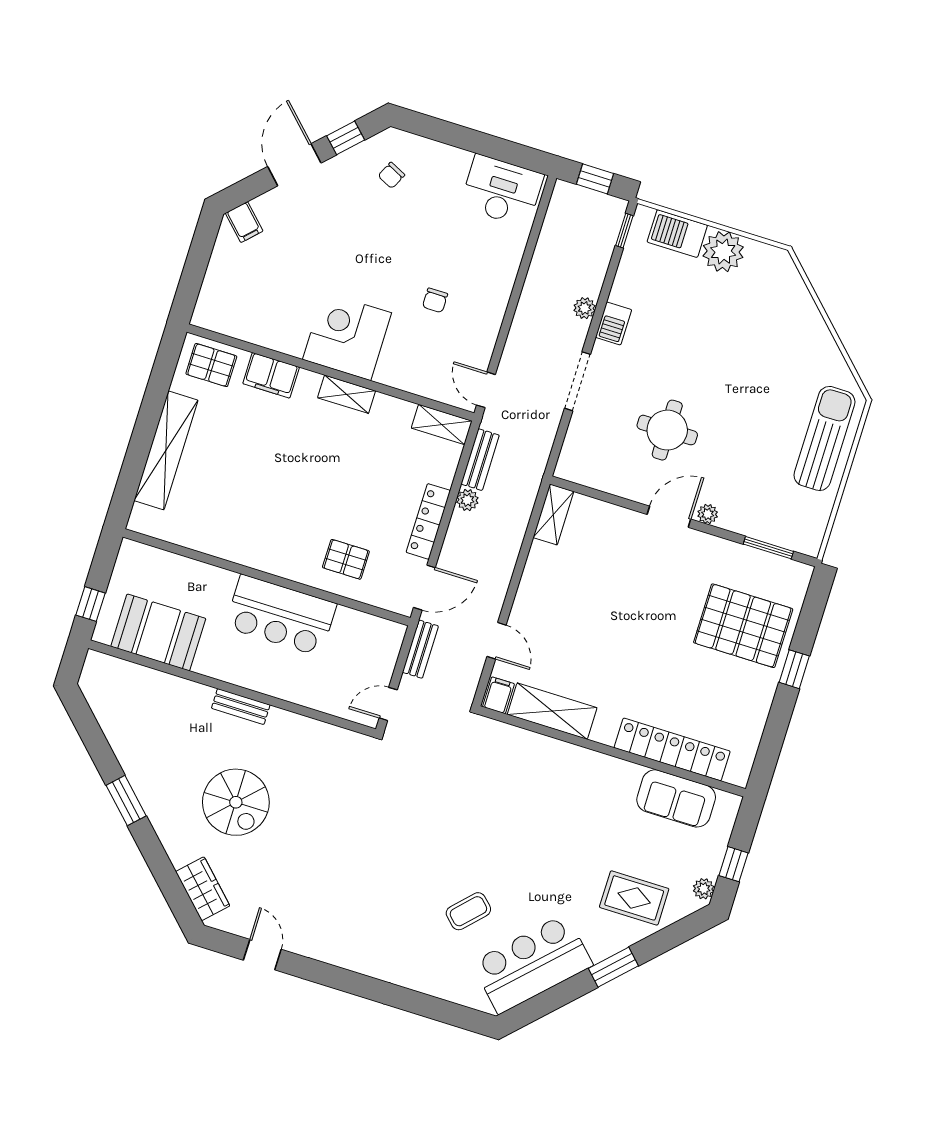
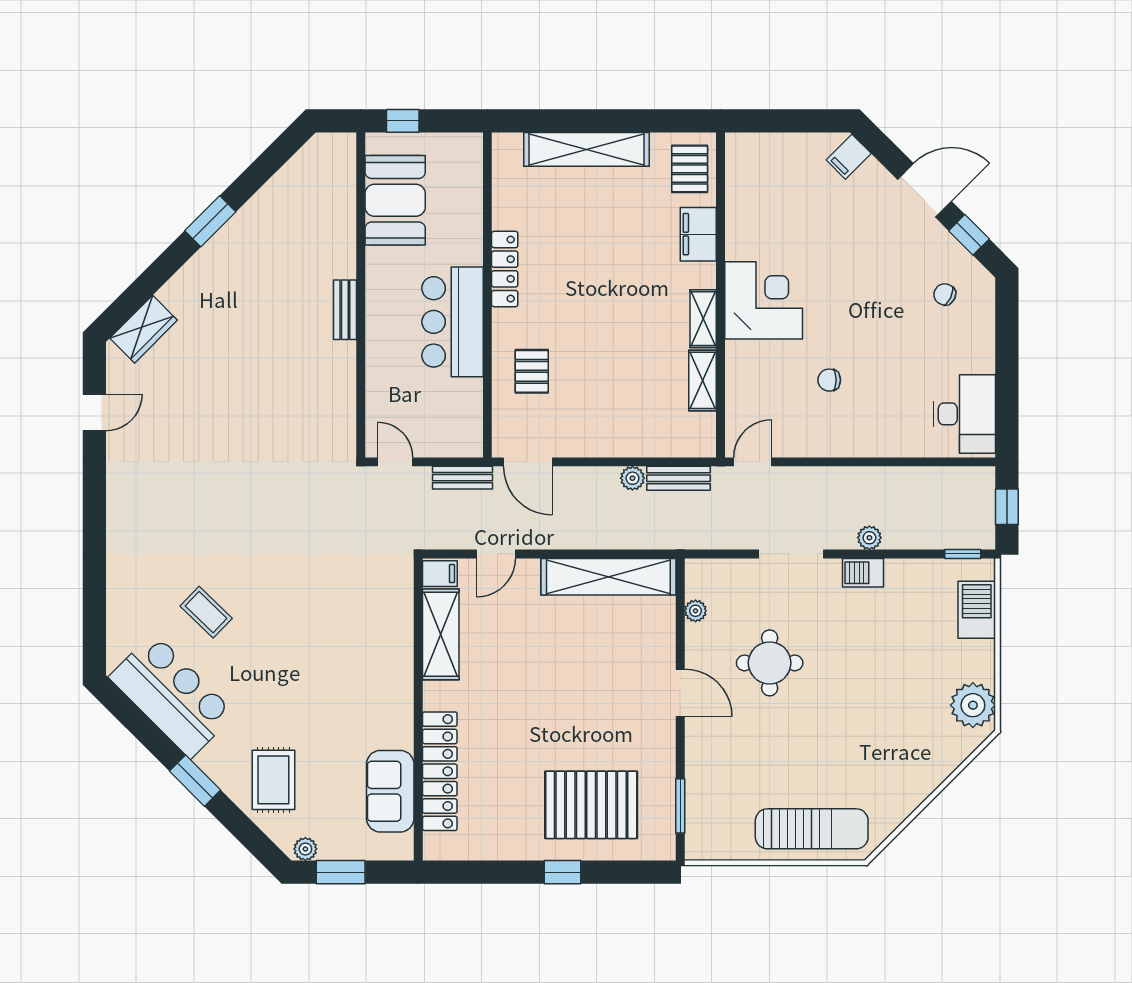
plant: (723, 252) -> (973, 705), moved
shelving: (442, 424) -> (702, 380), moved
shelving: (553, 514) -> (608, 577), width x2.20, depth x1.33
plant: (708, 514) -> (696, 611), moved
locker: (428, 521) -> (505, 269), moved, turned 90
pallet: (743, 626) -> (591, 805), turned 90
spiral stairs: (236, 802) -> (244, 336), removed
window: (734, 864) -> (341, 872), width x1.50

